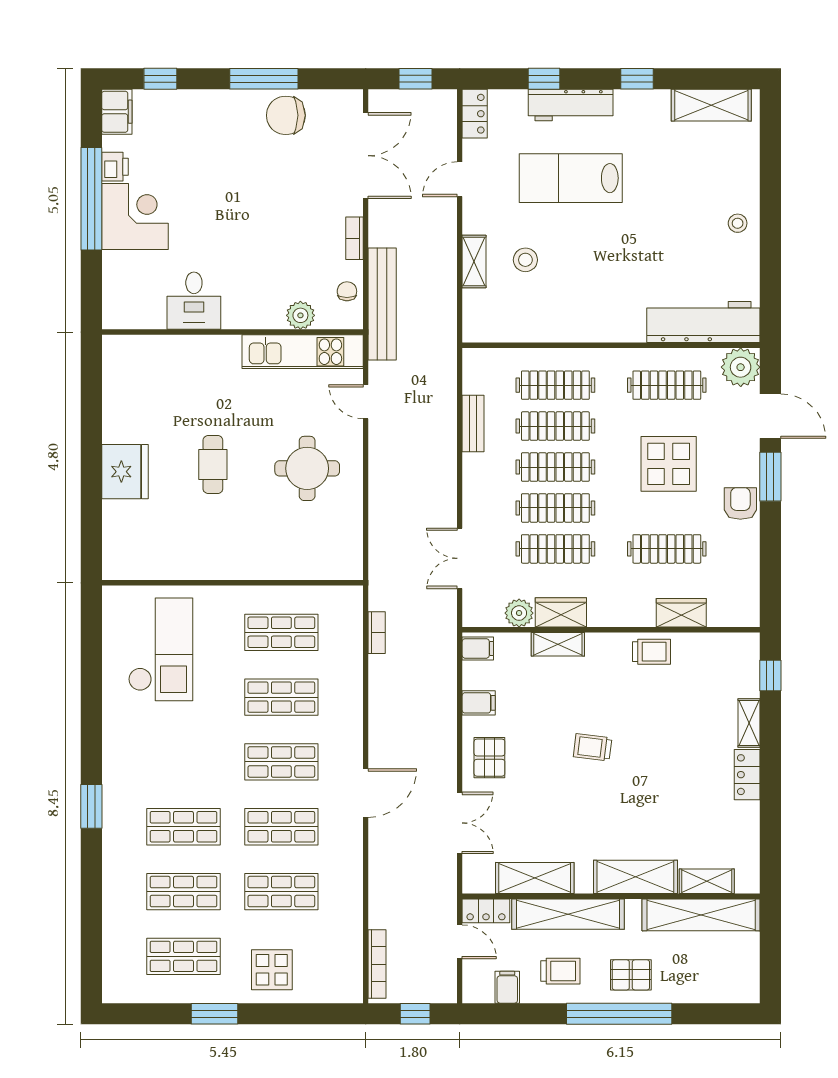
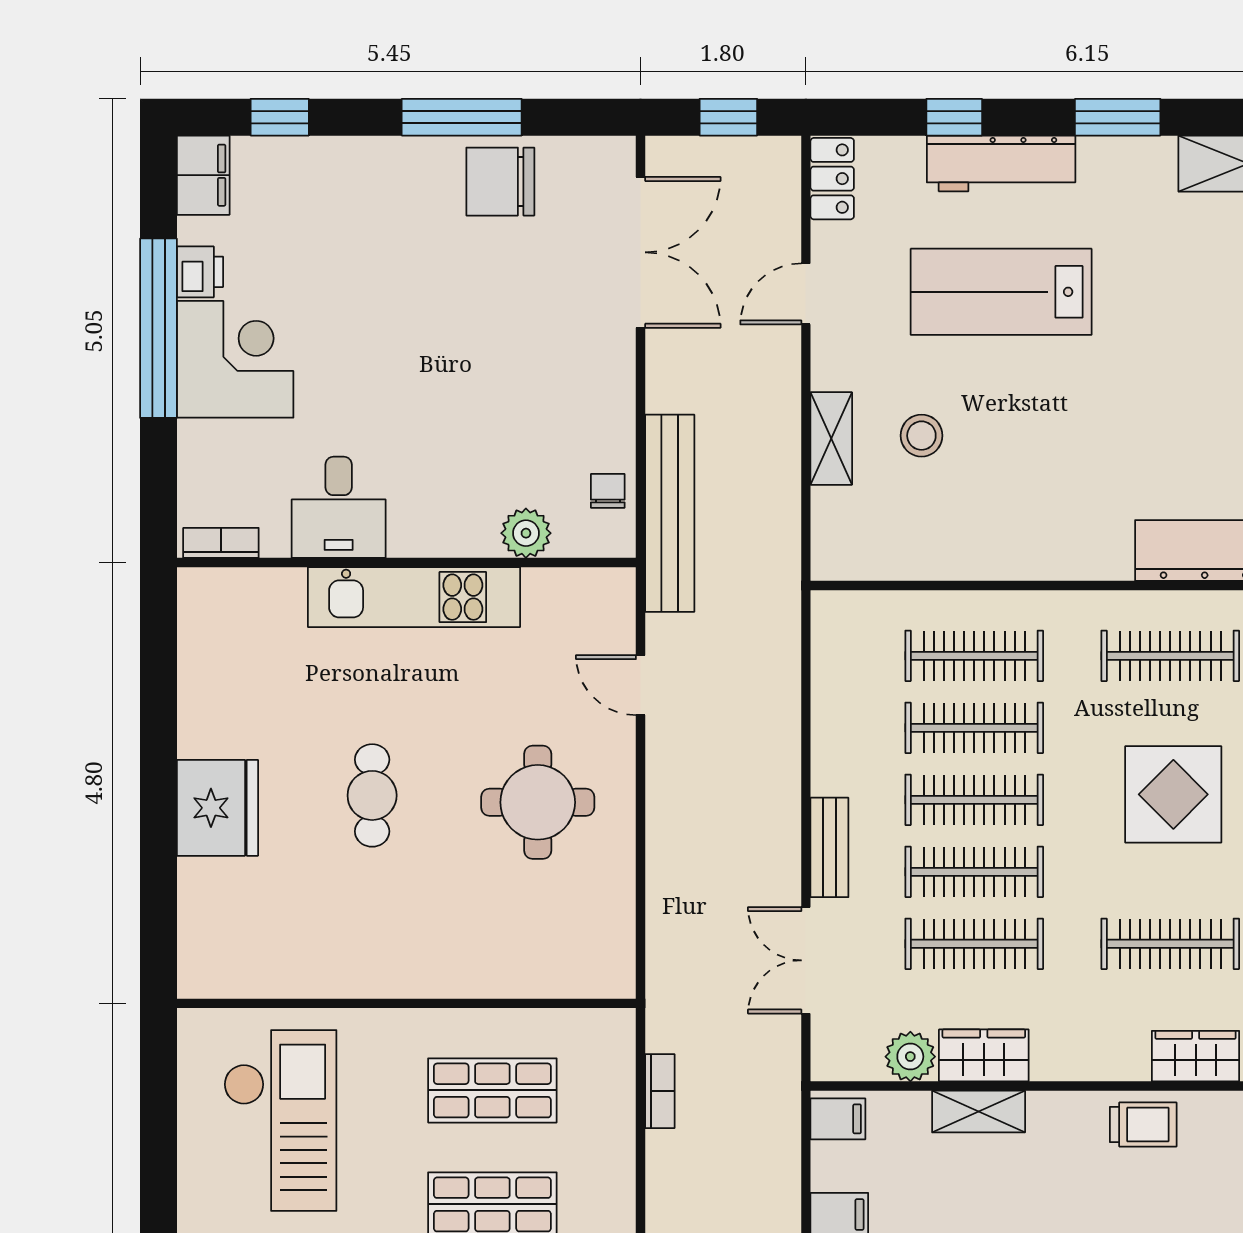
window: (637, 79) -> (1118, 117), width x1.50
bookcase: (354, 238) -> (221, 543), moved, turned 90
kitchen unit: (303, 352) -> (414, 597), moved
bench: (473, 424) -> (829, 847), moved

